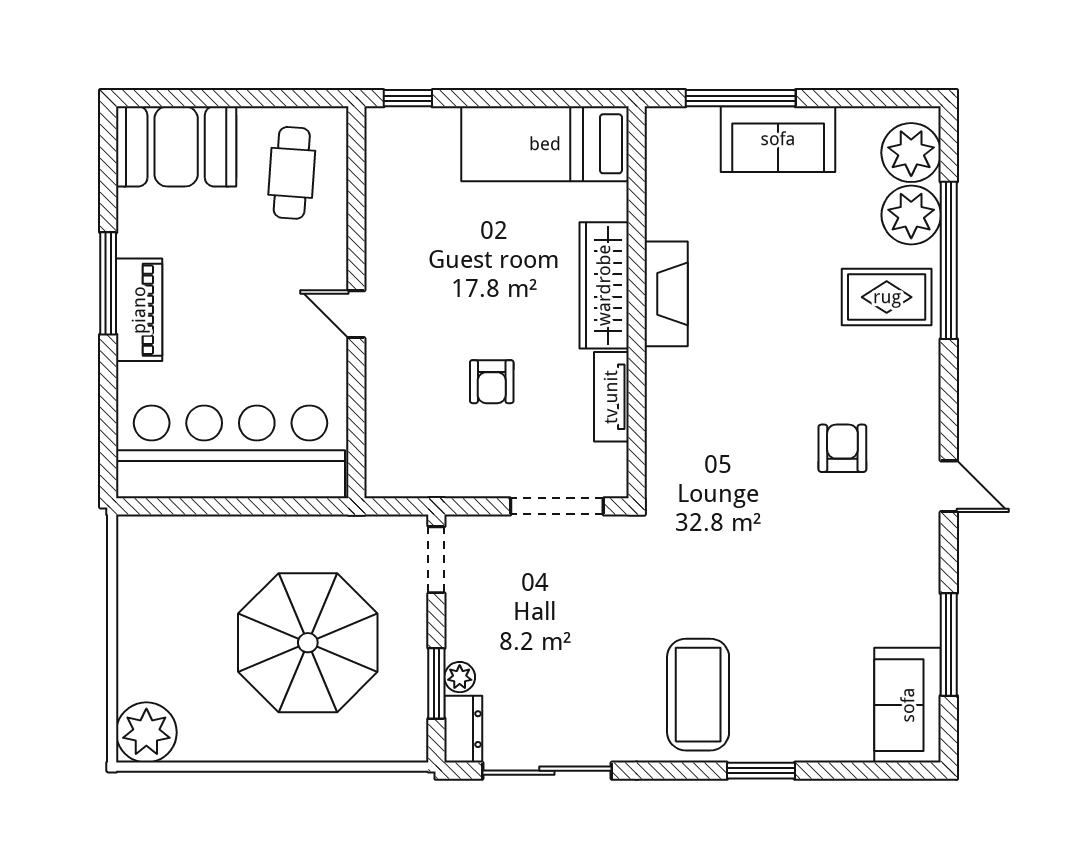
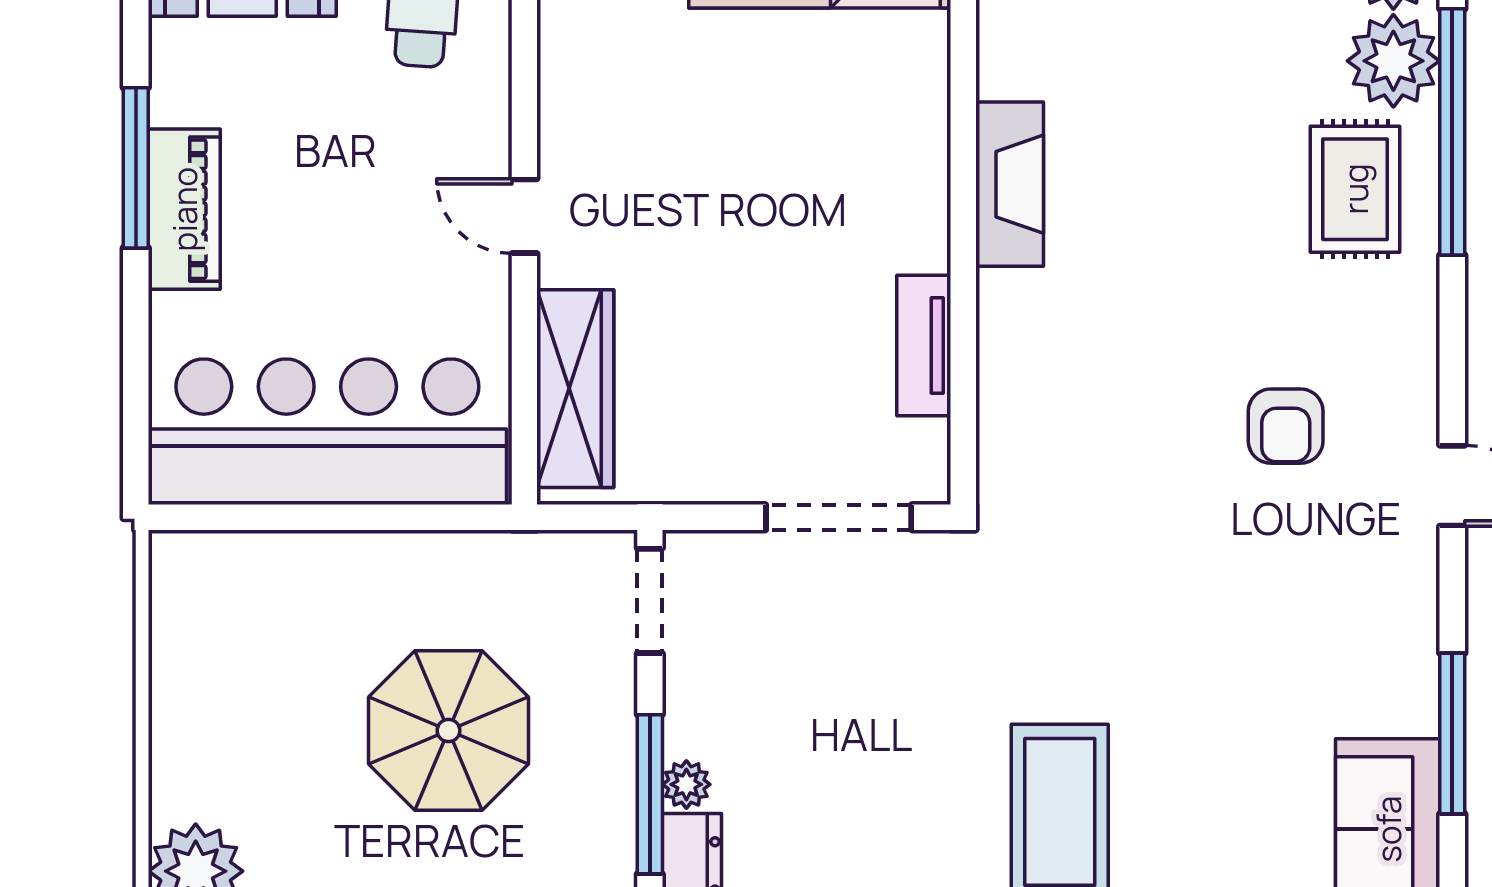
wardrobe: (604, 285) -> (575, 389), moved, turned 180
rug: (887, 297) -> (1355, 189), turned 90
armchair: (492, 382) -> (736, 322), removed
armchair: (842, 448) -> (1286, 426), turned 180
parasol: (308, 643) -> (449, 731), width x0.73, depth x0.73
window: (436, 683) -> (650, 794), width x1.44

